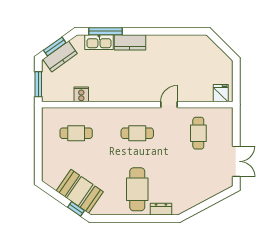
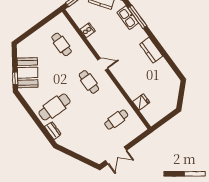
kitchen counter: (130, 42) -> (151, 50), moved
fridge: (221, 93) -> (141, 102), moved
door: (169, 105) -> (103, 64), moved

